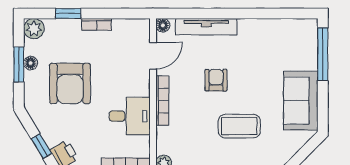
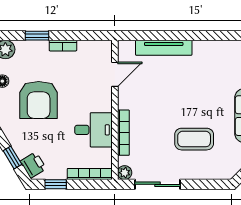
floor lamp: (163, 25) -> (124, 46), removed
armchair: (216, 80) -> (173, 97), removed
bookcase: (162, 101) -> (123, 133), moved

